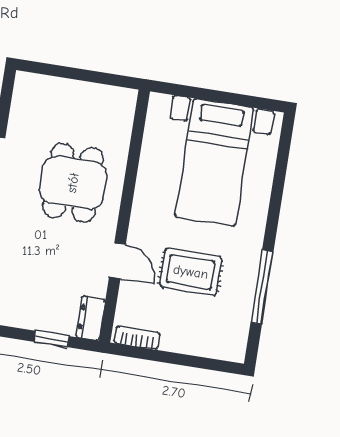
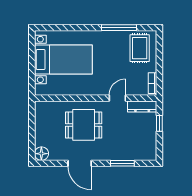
floor lamp: (28, 87) -> (41, 154), added
rug: (191, 272) -> (140, 48), moved
dresser: (91, 318) -> (142, 107), width x1.44

